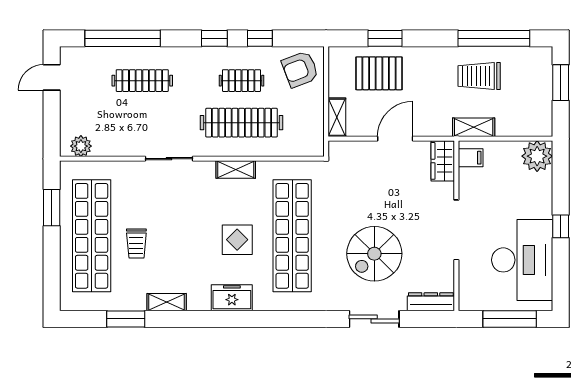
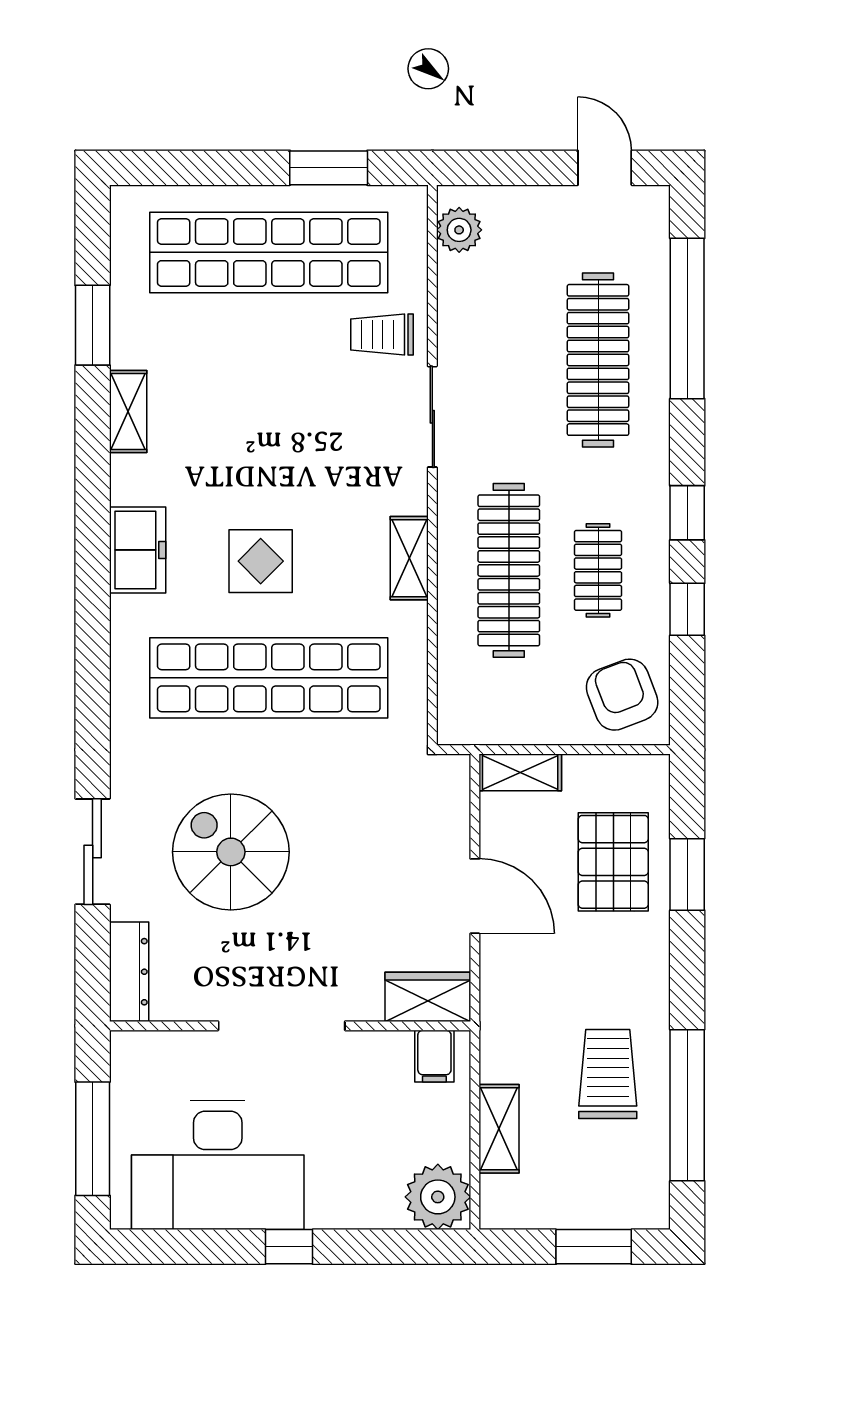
clothes rail: (142, 81) -> (598, 360), width x1.37, depth x1.31
shelving: (474, 127) -> (499, 1129), moved
trolley: (136, 243) -> (382, 335), moved

